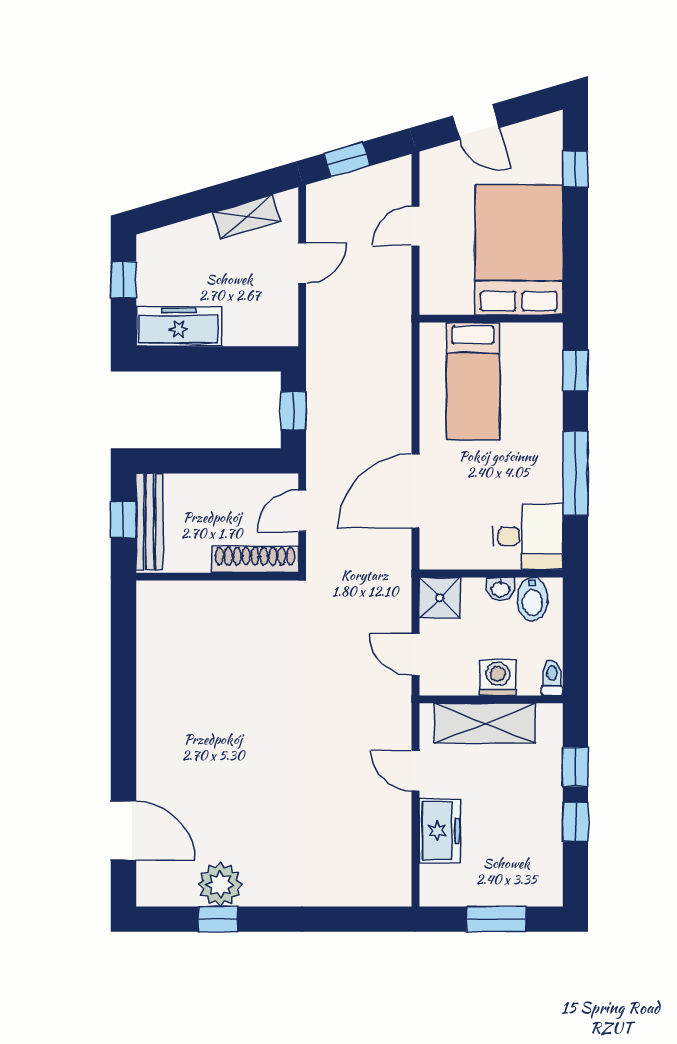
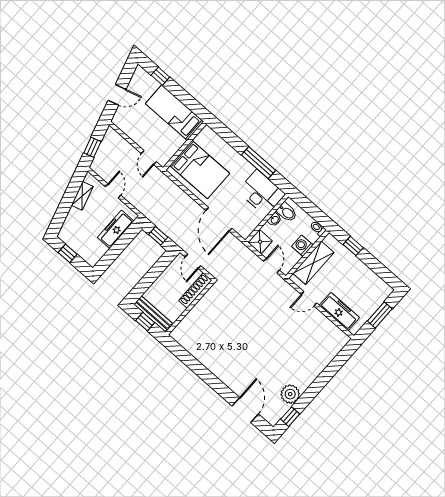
door: (415, 226) -> (149, 158), moved
bed: (519, 250) -> (175, 113), width x0.67
freezer: (179, 326) -> (116, 229), moved
window: (575, 371) -> (225, 134), removed
bed: (473, 381) -> (200, 169), width x1.50
desk: (528, 536) -> (261, 192), width x1.37
door: (415, 655) -> (272, 266), swing flipped
window: (575, 822) -> (371, 262), removed
door: (123, 831) -> (245, 410), hinge flipped
freezer: (440, 831) -> (339, 312), width x1.40
window: (218, 919) -> (290, 417), moved

